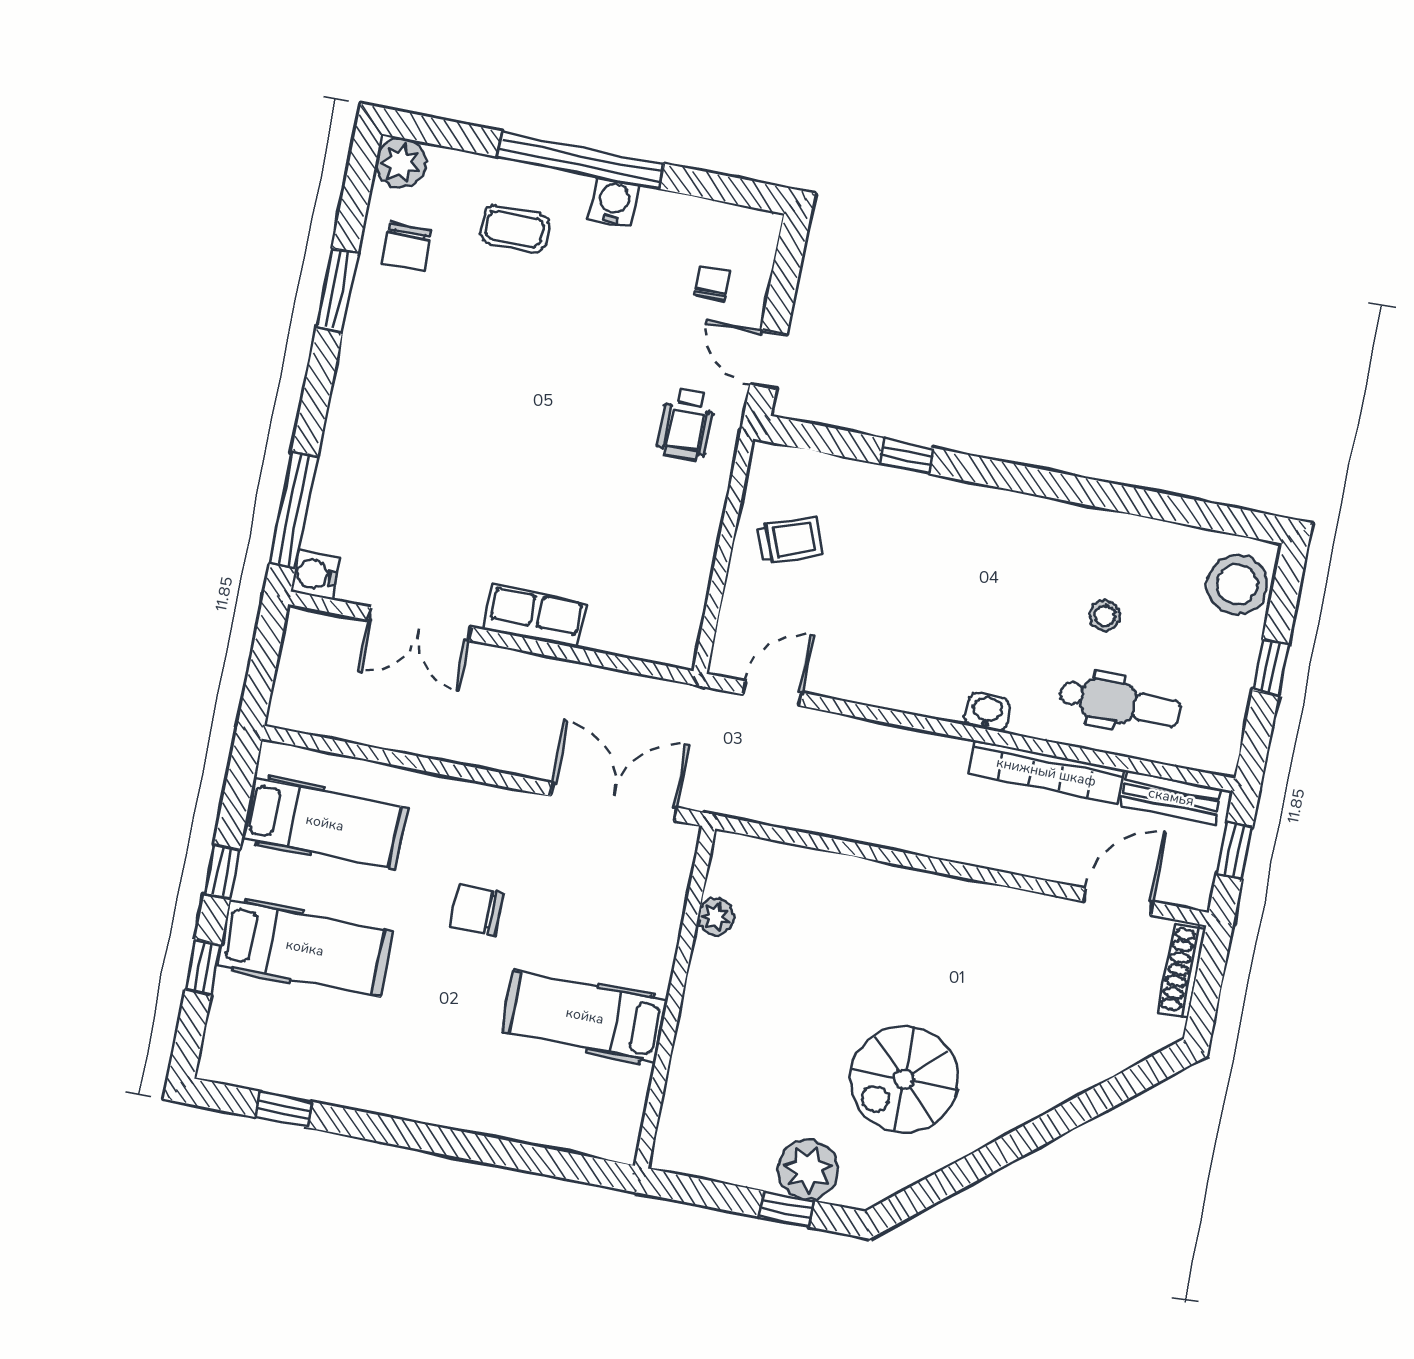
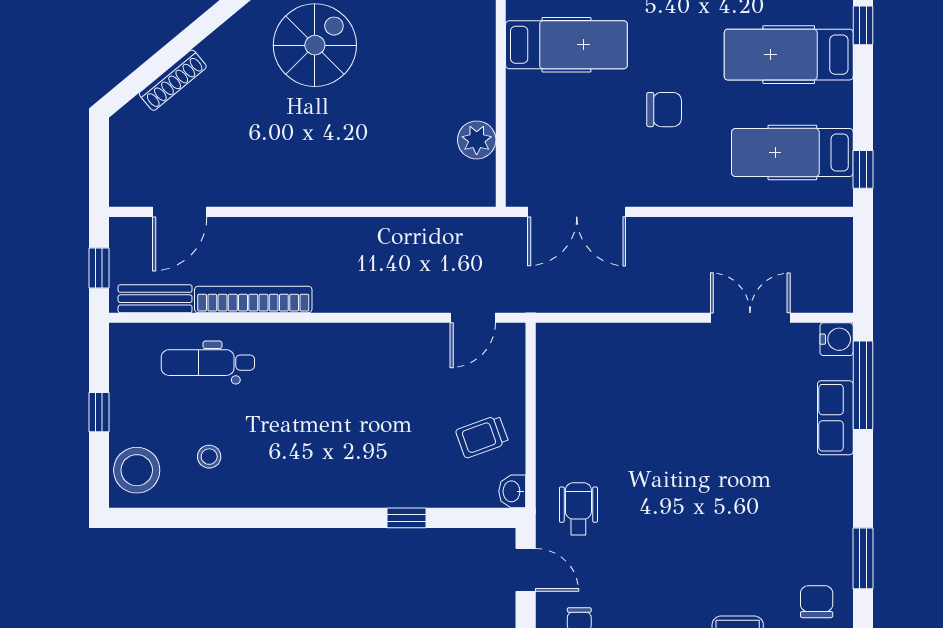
stool: (1105, 616) -> (209, 457), moved
row of seats: (535, 617) -> (835, 418), moved, turned 90
washbasin: (987, 712) -> (512, 491), moved, turned 90
window: (222, 872) -> (863, 169), moved
plant: (716, 917) -> (477, 140), width x1.38, depth x1.38
shoe rack: (1182, 970) -> (173, 80), moved, turned 50

